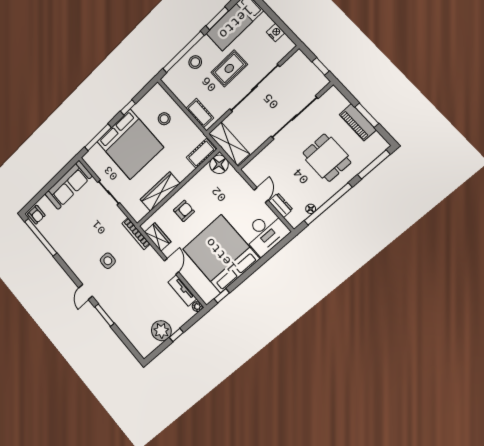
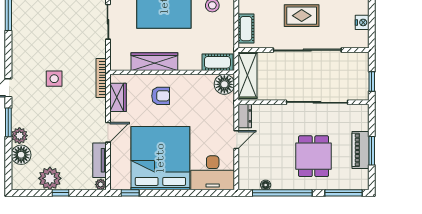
dresser: (281, 205) -> (245, 116), moved
plant: (118, 318) -> (19, 136), added
floor lamp: (130, 330) -> (21, 155), added

